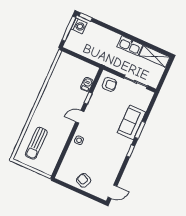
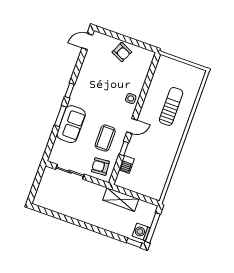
kitchen sink: (130, 46) -> (80, 213), removed
shelving: (154, 56) -> (121, 200), moved
coffee table: (103, 108) -> (105, 138), added
sun lounger: (36, 143) -> (171, 106), moved

